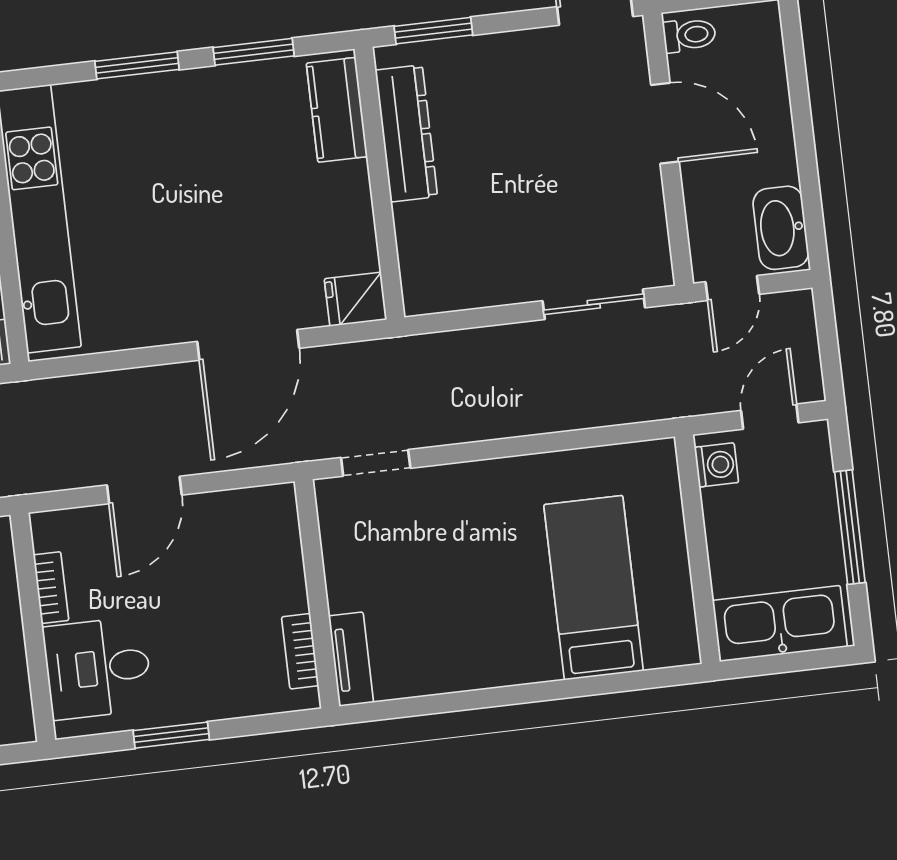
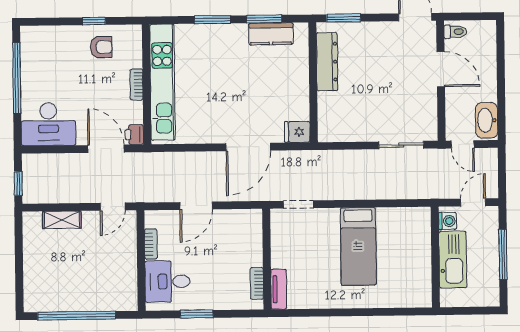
kitchen counter: (337, 110) -> (271, 34), moved, turned -90
door: (732, 288) -> (463, 144), hinge flipped
bed: (593, 588) -> (358, 246), moved, turned 180
kitchen sink: (780, 624) -> (453, 260), moved, turned 90

